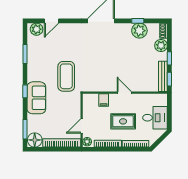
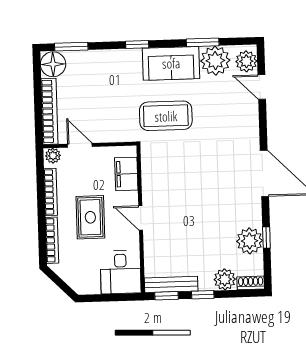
plant: (36, 47) -> (215, 61), added
door: (124, 93) -> (141, 218), swing flipped
sofa: (36, 98) -> (171, 63), moved
filing cabinet: (104, 100) -> (126, 174), width x2.00
desk: (155, 118) -> (121, 272), moved

